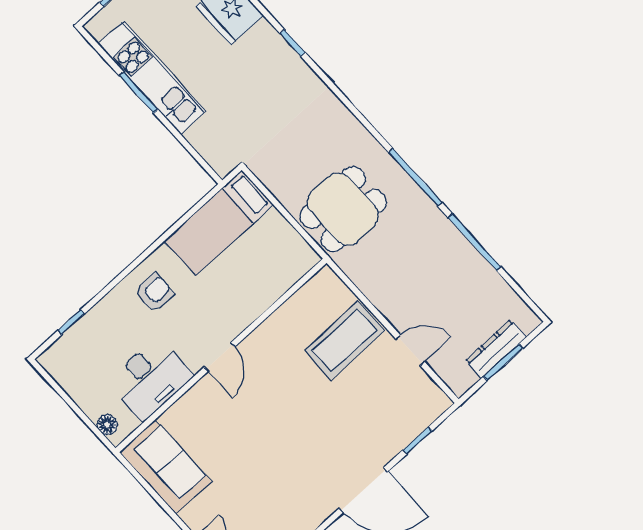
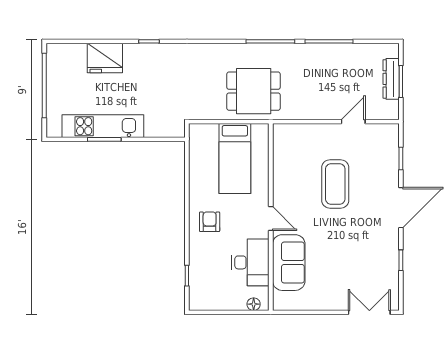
dining table: (343, 209) -> (254, 91), turned 90
bed: (219, 223) -> (235, 158), moved
coffee table: (345, 340) -> (335, 184), moved
sofa: (165, 467) -> (289, 263), moved, turned 90

